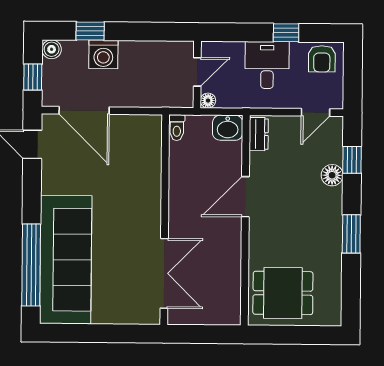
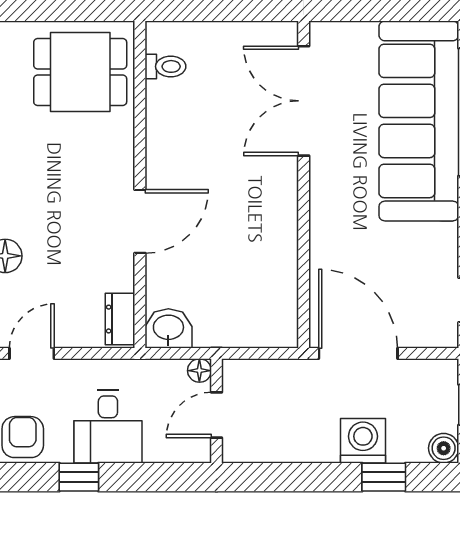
door: (84, 110) -> (358, 353), moved
toilet: (177, 128) -> (165, 66), moved, turned 90
wall: (165, 220) -> (304, 185), moved
double door: (164, 273) -> (304, 101), moved

